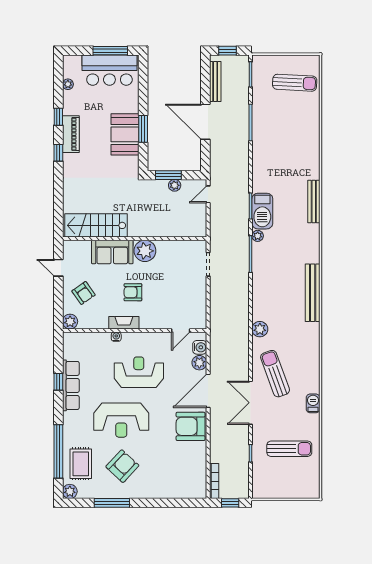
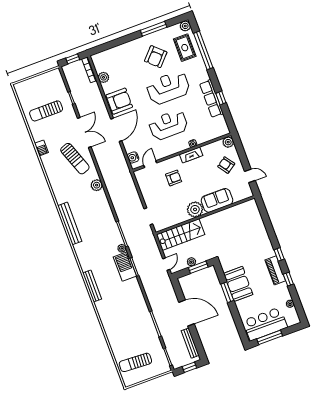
stairs: (96, 225) -> (181, 235), moved
armchair: (133, 292) -> (174, 178), moved
plant: (199, 363) -> (104, 77), moved
reception desk: (139, 372) -> (168, 125), turned 180

